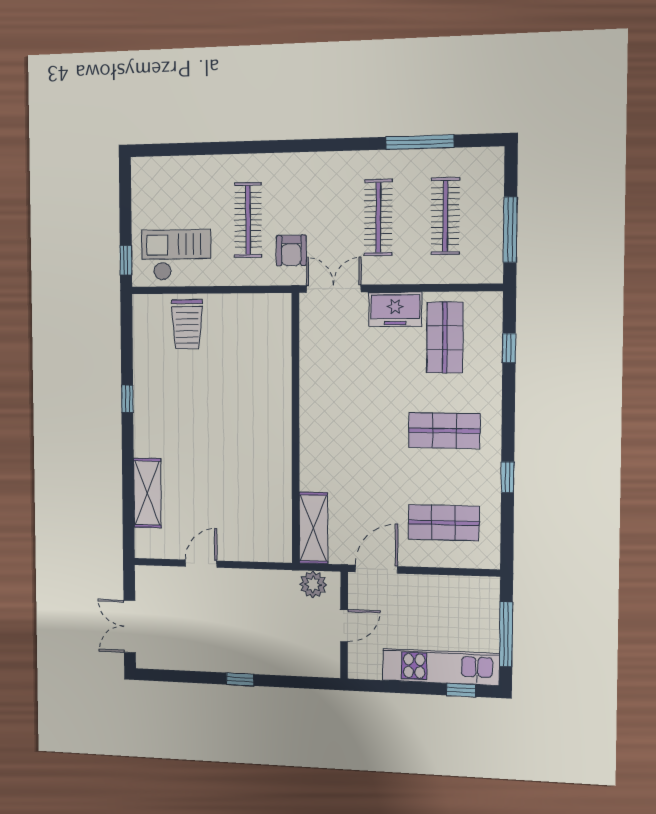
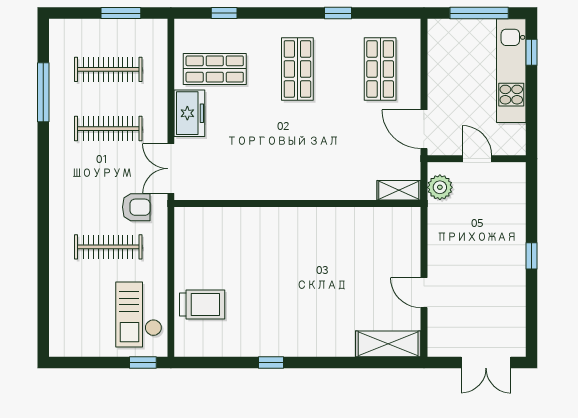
window: (510, 230) -> (121, 13), width x0.69
shelving: (147, 493) -> (388, 344), moved
shelving: (313, 528) -> (399, 190), width x0.67, depth x0.75

